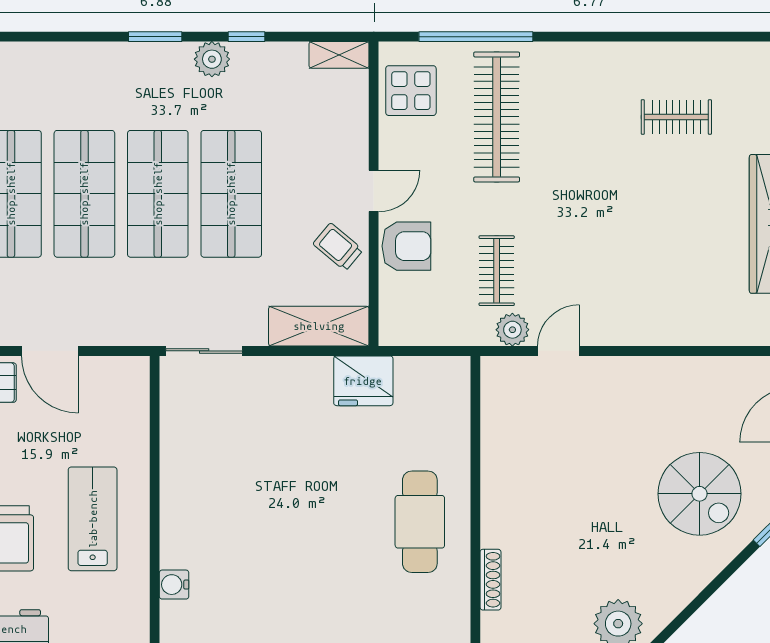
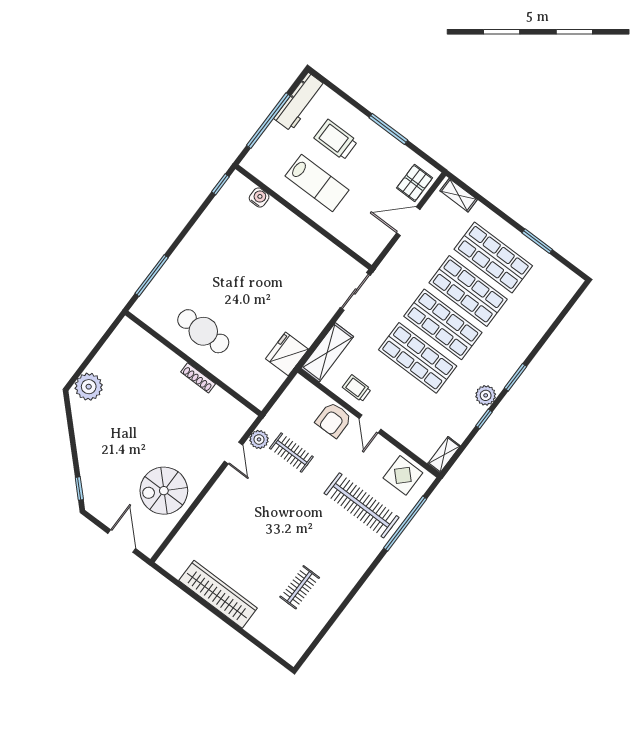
trolley: (338, 247) -> (357, 388), turned -130
spiral stairs: (700, 494) -> (164, 491), moved
shoe rack: (490, 580) -> (198, 378), moved

